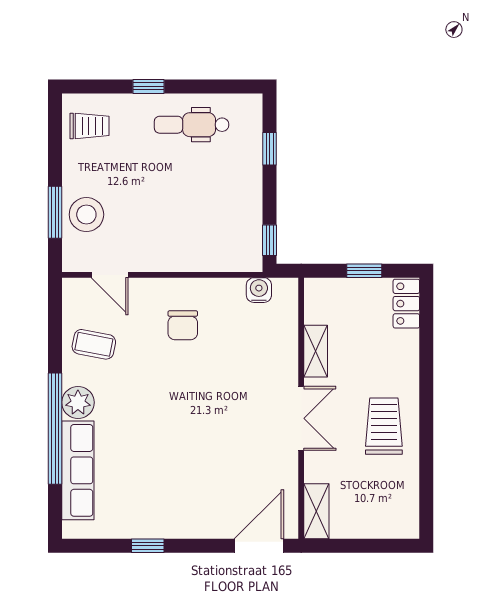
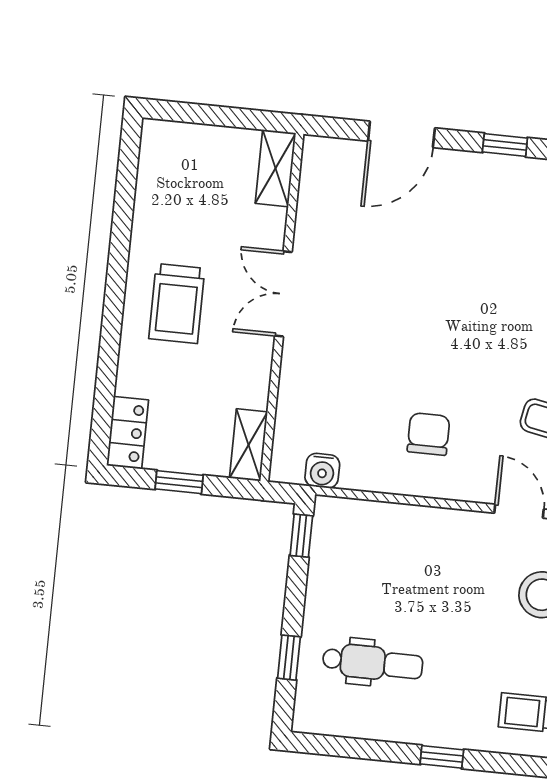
dental chair: (192, 125) -> (373, 663), moved
shelving: (316, 351) -> (248, 445), moved
trolley: (384, 426) -> (177, 303), moved
door: (259, 546) -> (401, 134), moved

